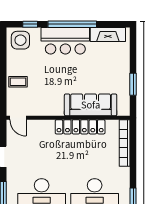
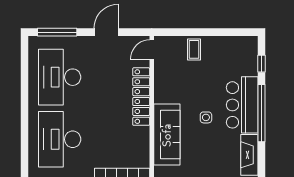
side table: (20, 40) -> (206, 117), moved, width x0.54, depth x0.54
locker: (80, 127) -> (141, 97), moved

